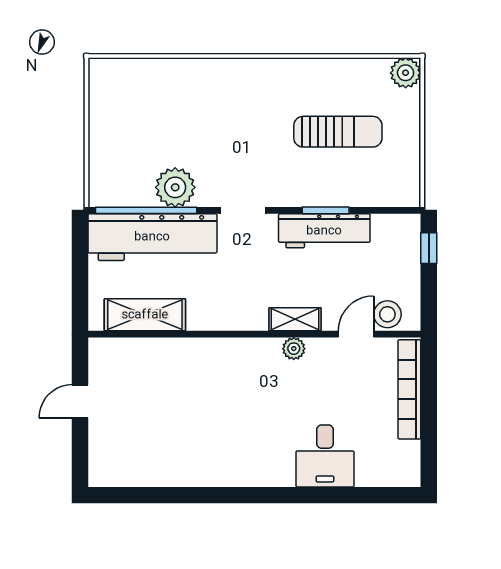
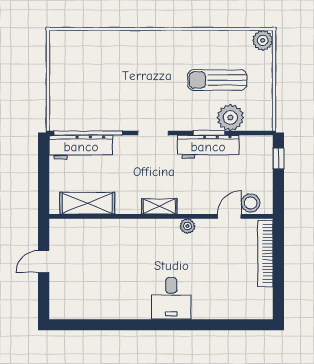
sun lounger: (338, 132) -> (217, 80), turned 180
plant: (175, 187) -> (230, 117), moved
workbench: (152, 237) -> (81, 147), width x0.73, depth x0.76
shelving: (295, 319) -> (159, 206), moved
desk: (325, 456) -> (171, 298), moved

